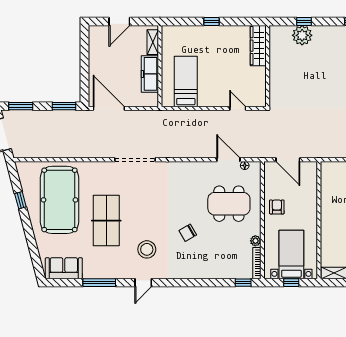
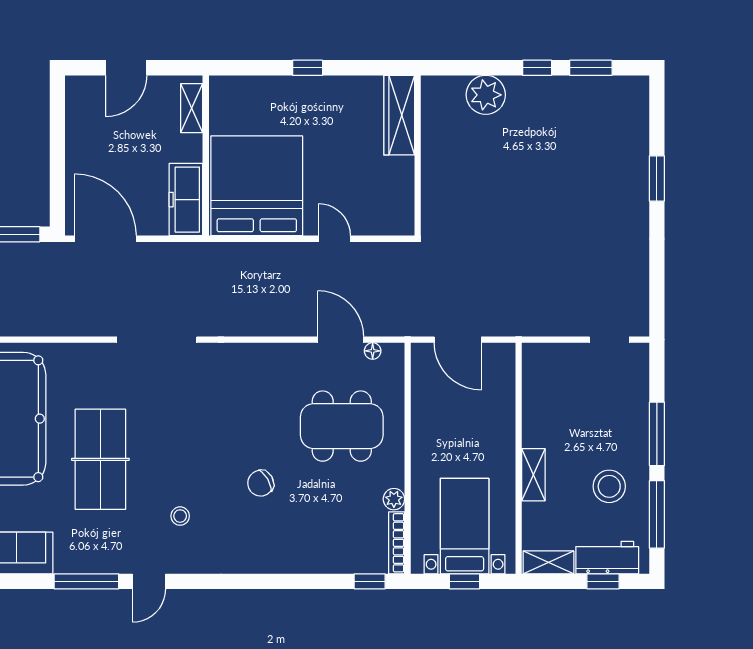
window: (304, 22) -> (537, 68), moved
freezer: (150, 74) -> (186, 200), moved
bed: (186, 82) -> (257, 186), width x2.04
door: (238, 108) -> (334, 239), moved
armchair: (277, 207) -> (436, 432), removed
shelving: (326, 228) -> (533, 475), added
stool: (147, 249) -> (180, 516), width x0.53, depth x0.53
door: (143, 283) -> (149, 581), moved

